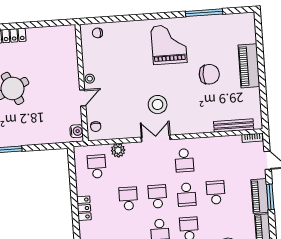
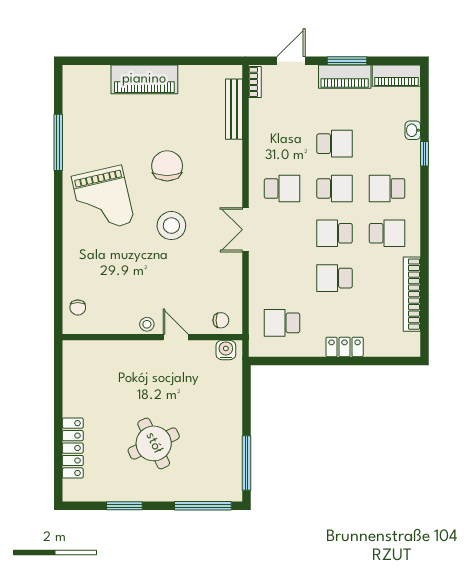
grand piano: (169, 44) -> (103, 199), turned -103
chair: (209, 74) -> (167, 166), moved
stool: (158, 105) -> (171, 226), moved
plant: (118, 150) -> (260, 289), removed
school desk: (216, 192) -> (335, 144), turned 180

